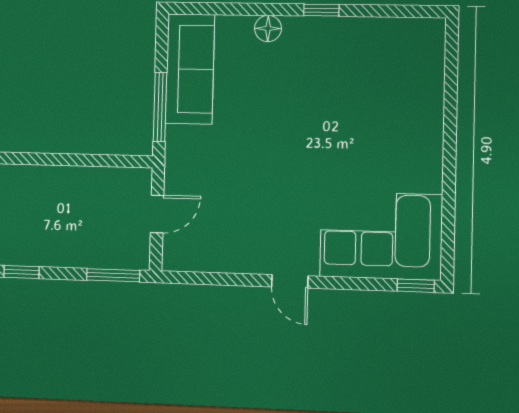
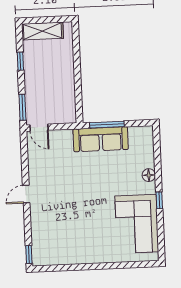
sofa: (190, 69) -> (101, 139), moved
door: (157, 214) -> (39, 128), moved
corner sofa: (381, 236) -> (137, 224), moved, turned 180

